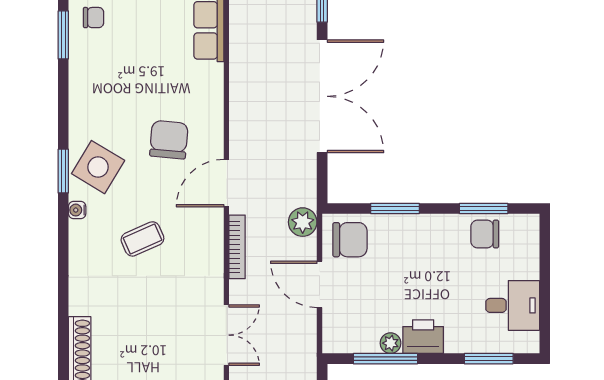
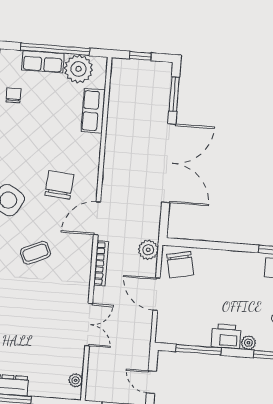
chair: (94, 18) -> (13, 95), turned -90
window: (395, 208) -> (213, 245), removed
chair: (350, 240) -> (180, 265), turned 78
plant: (390, 343) -> (248, 343), moved

